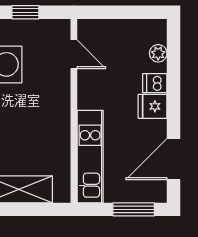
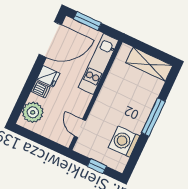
plant: (158, 53) -> (33, 112), width x1.87, depth x1.87
door: (174, 159) -> (50, 40), width x1.36

